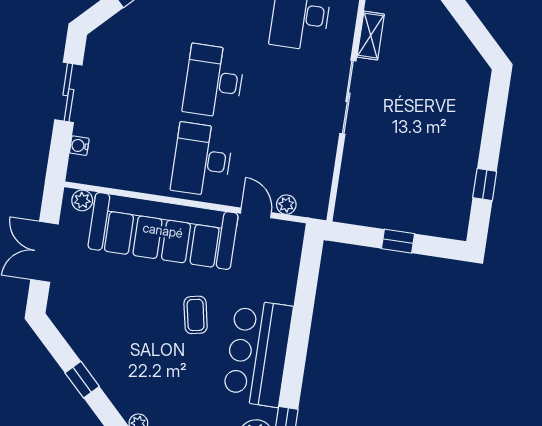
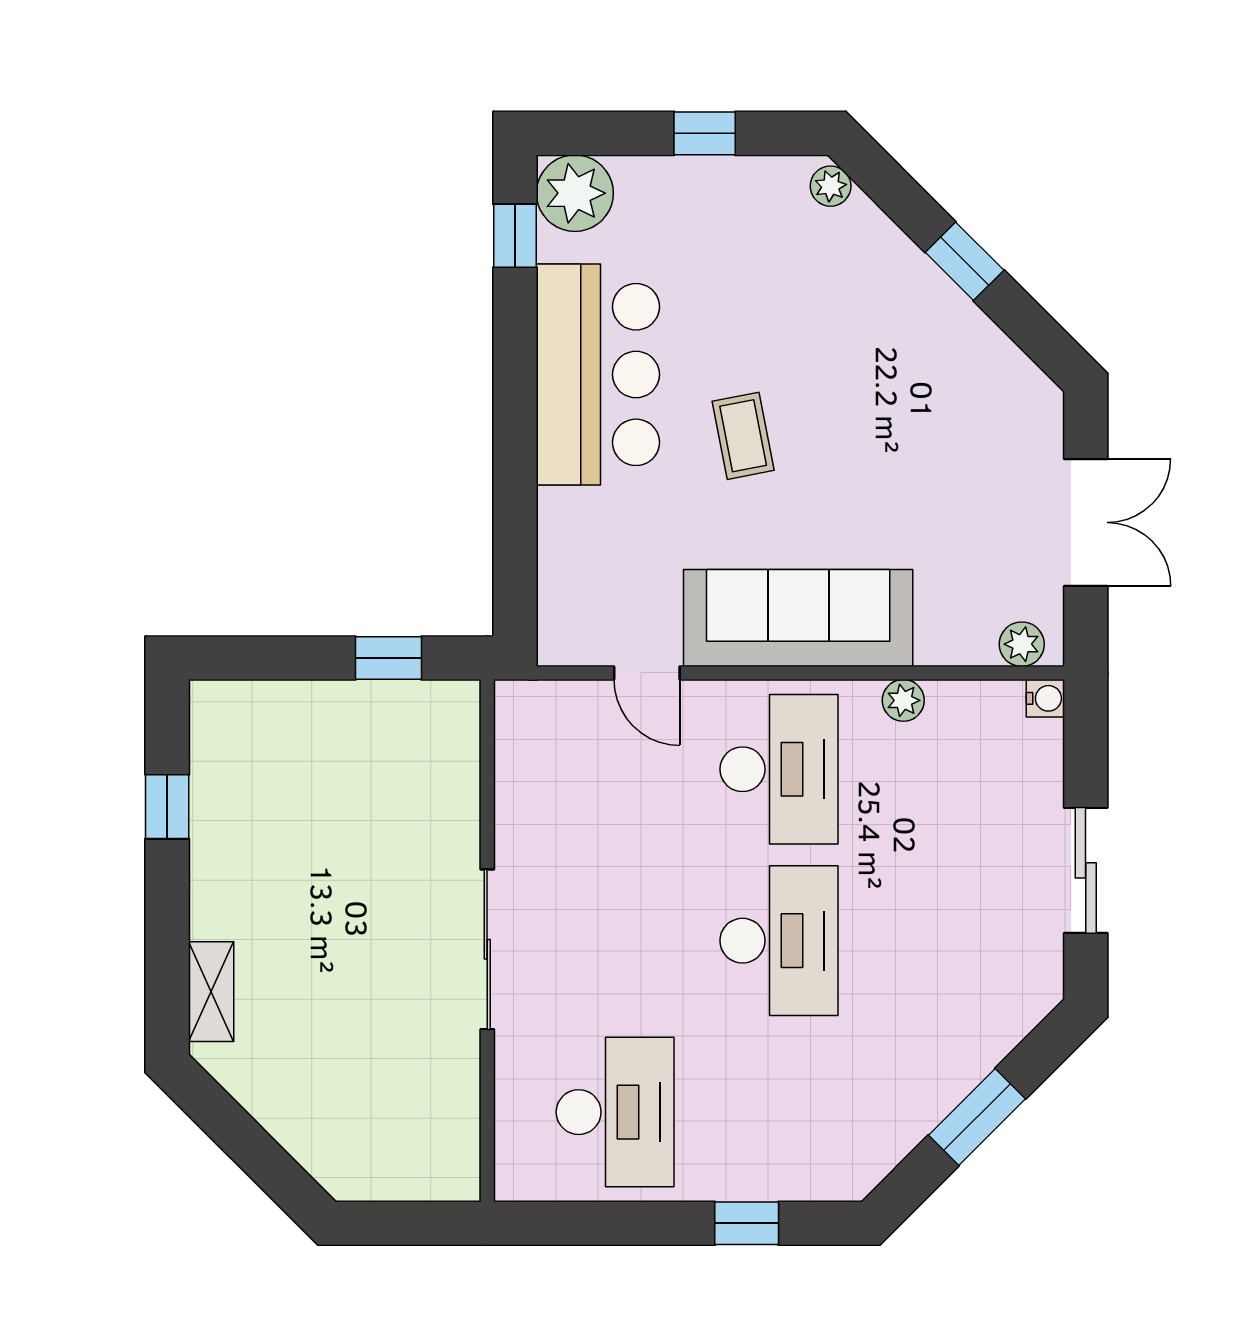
shelving: (371, 36) -> (211, 992), moved
water cooler: (79, 146) -> (1045, 698), moved
plant: (286, 205) -> (903, 700), moved
sofa: (163, 231) -> (798, 618), width x0.74, depth x0.79
window: (398, 241) -> (389, 658), moved

